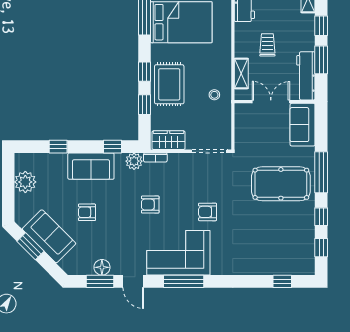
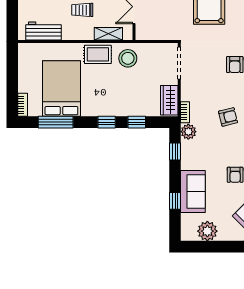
rug: (169, 84) -> (98, 54), moved, width x0.73, depth x0.70
stool: (214, 95) -> (128, 58), width x1.89, depth x1.89
sofa: (91, 166) -> (193, 192), moved
armchair: (150, 205) -> (228, 117), turned -104

